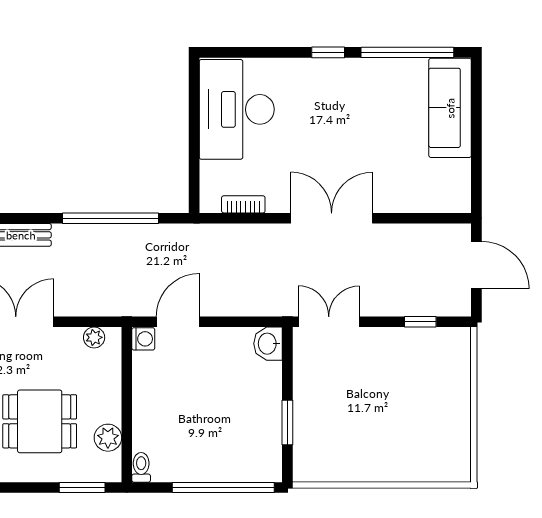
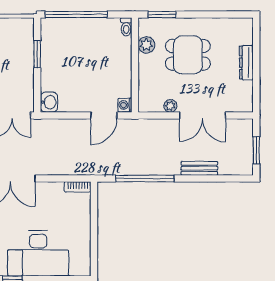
desk: (237, 109) -> (38, 253), moved, turned 90
bookcase: (243, 204) -> (78, 187), moved
plant: (94, 337) -> (170, 106), moved

